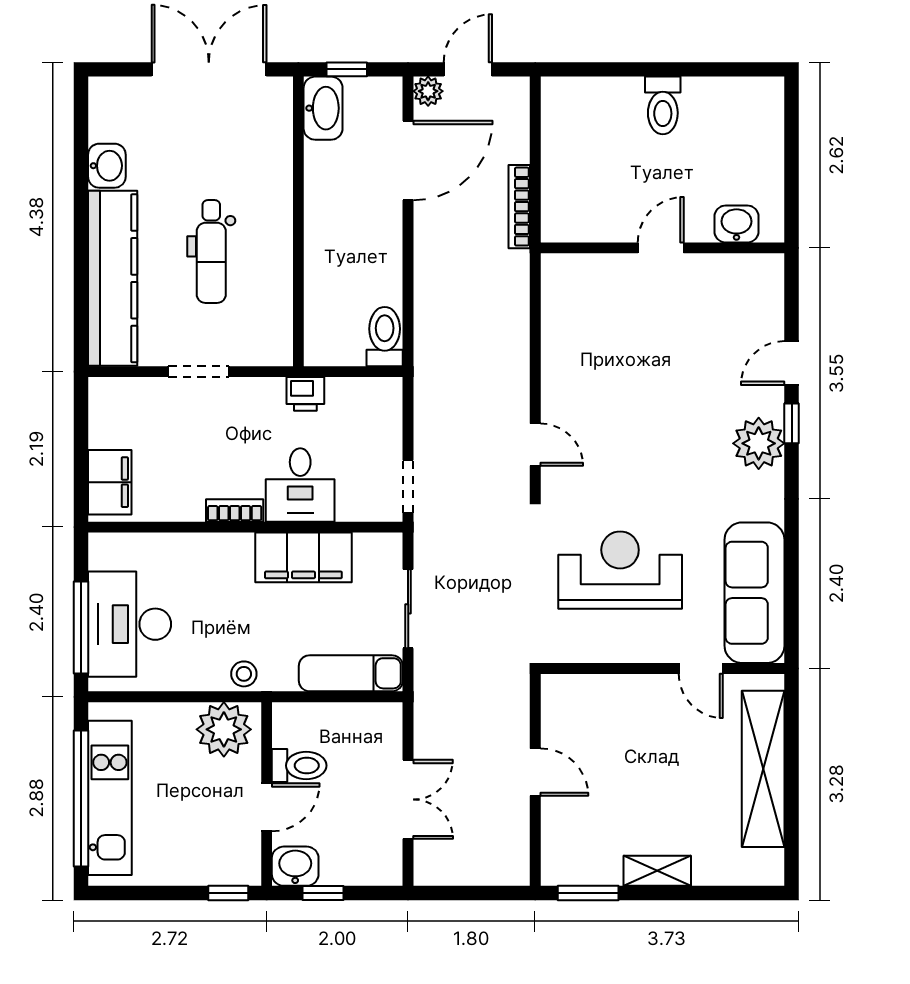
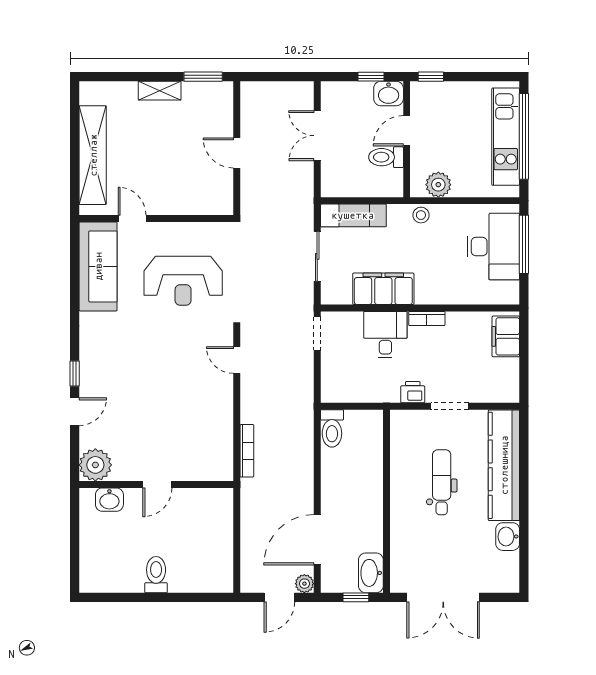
bookcase: (519, 207) -> (247, 451), moved
printer: (305, 394) -> (413, 392), moved
plant: (759, 443) -> (95, 465), moved
plant: (224, 729) -> (438, 185), width x0.73, depth x0.73

